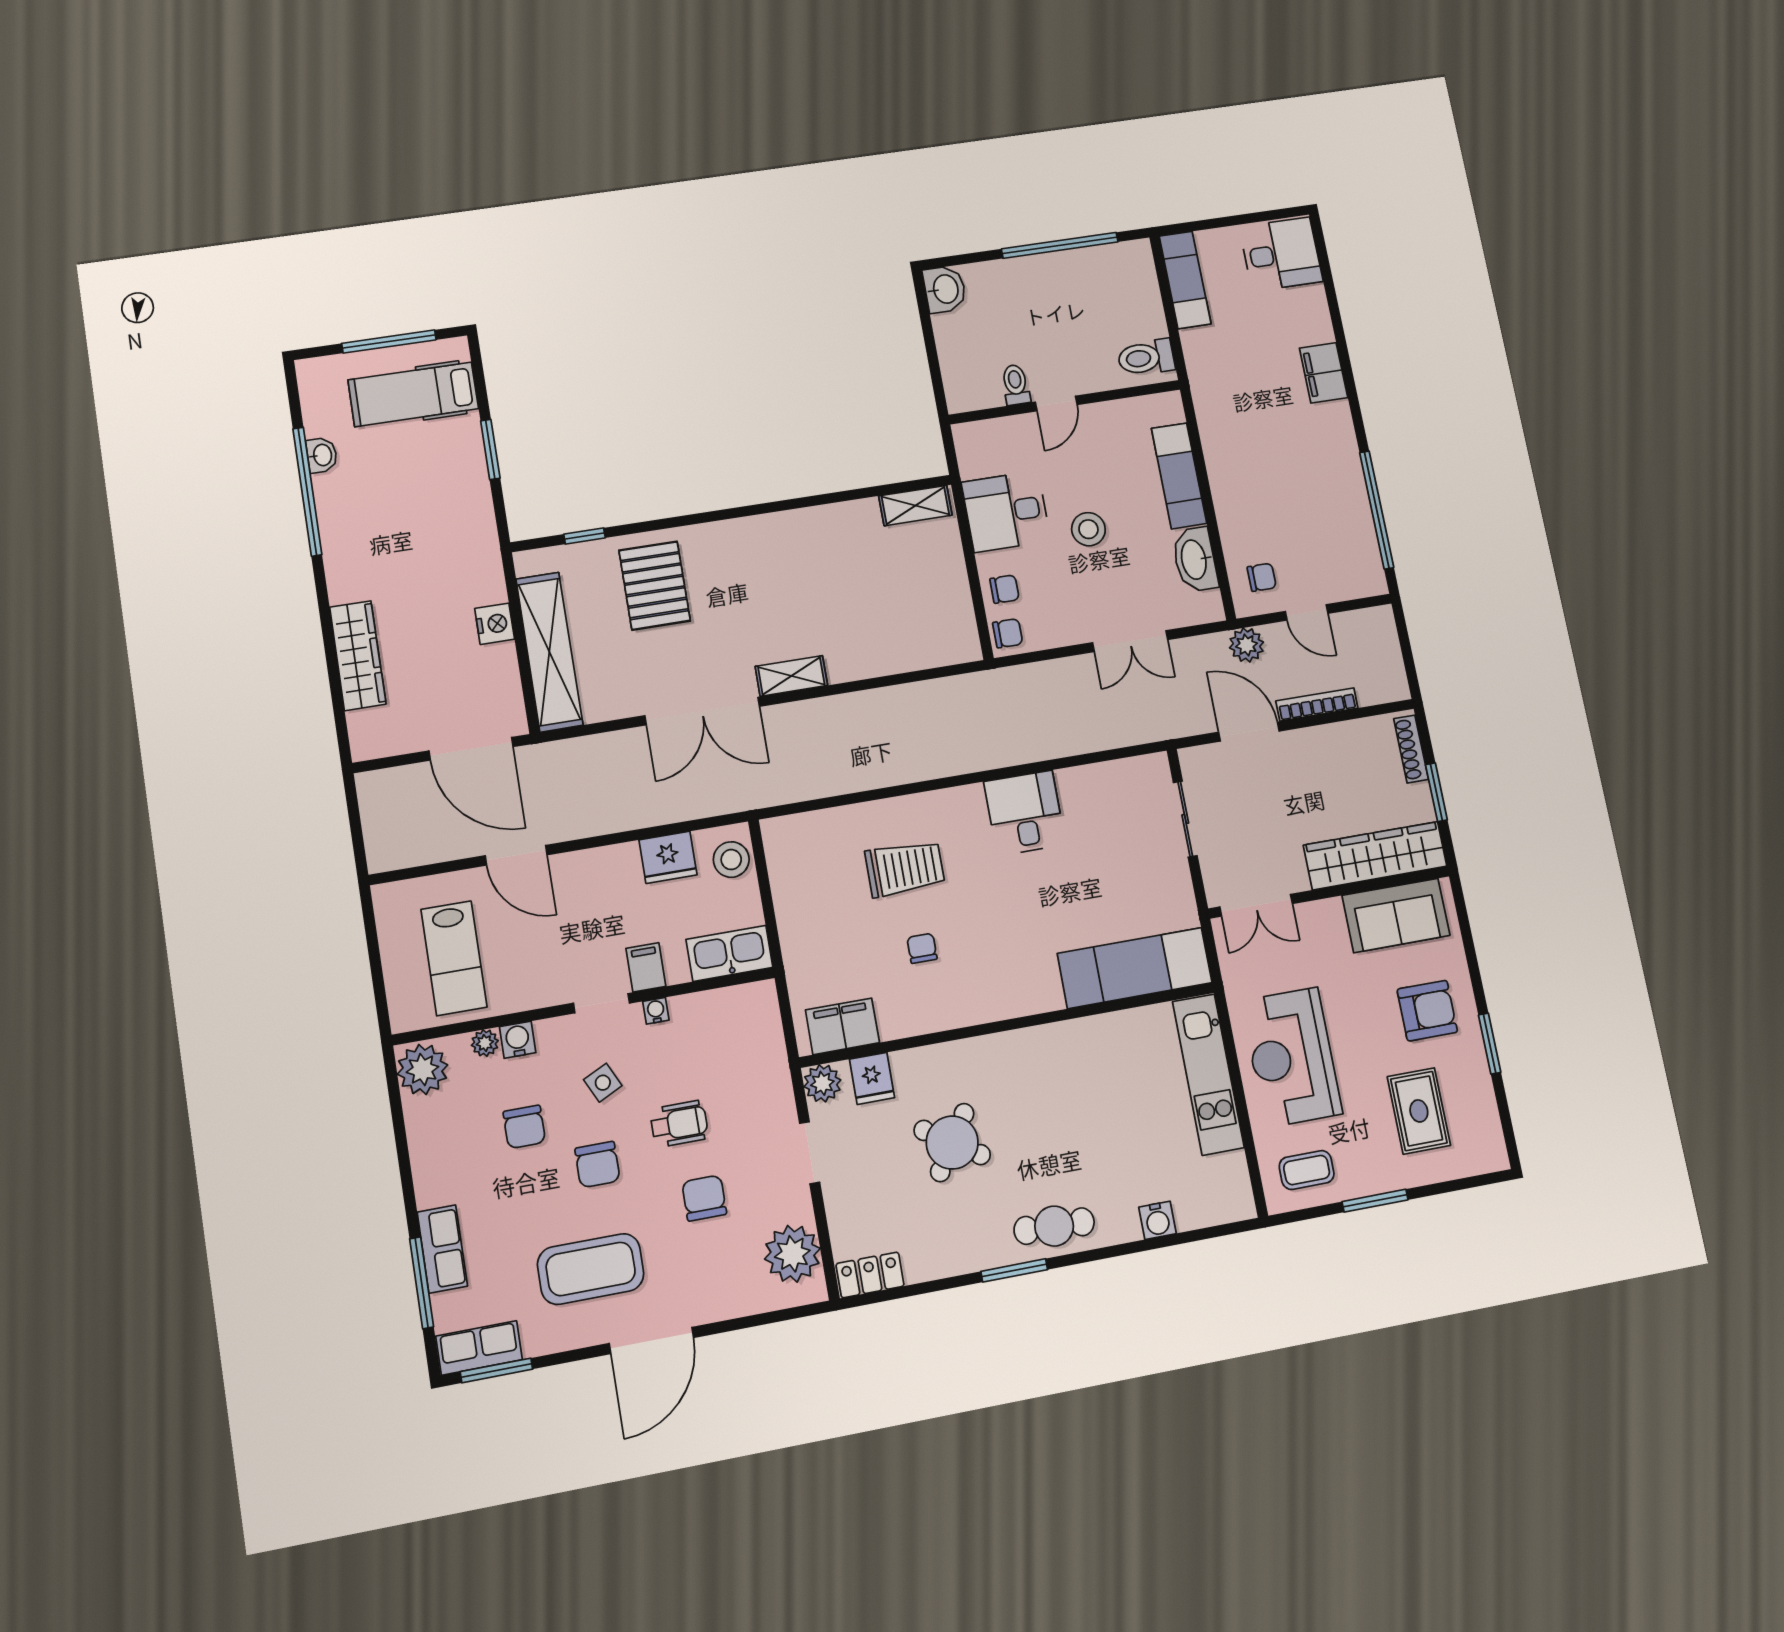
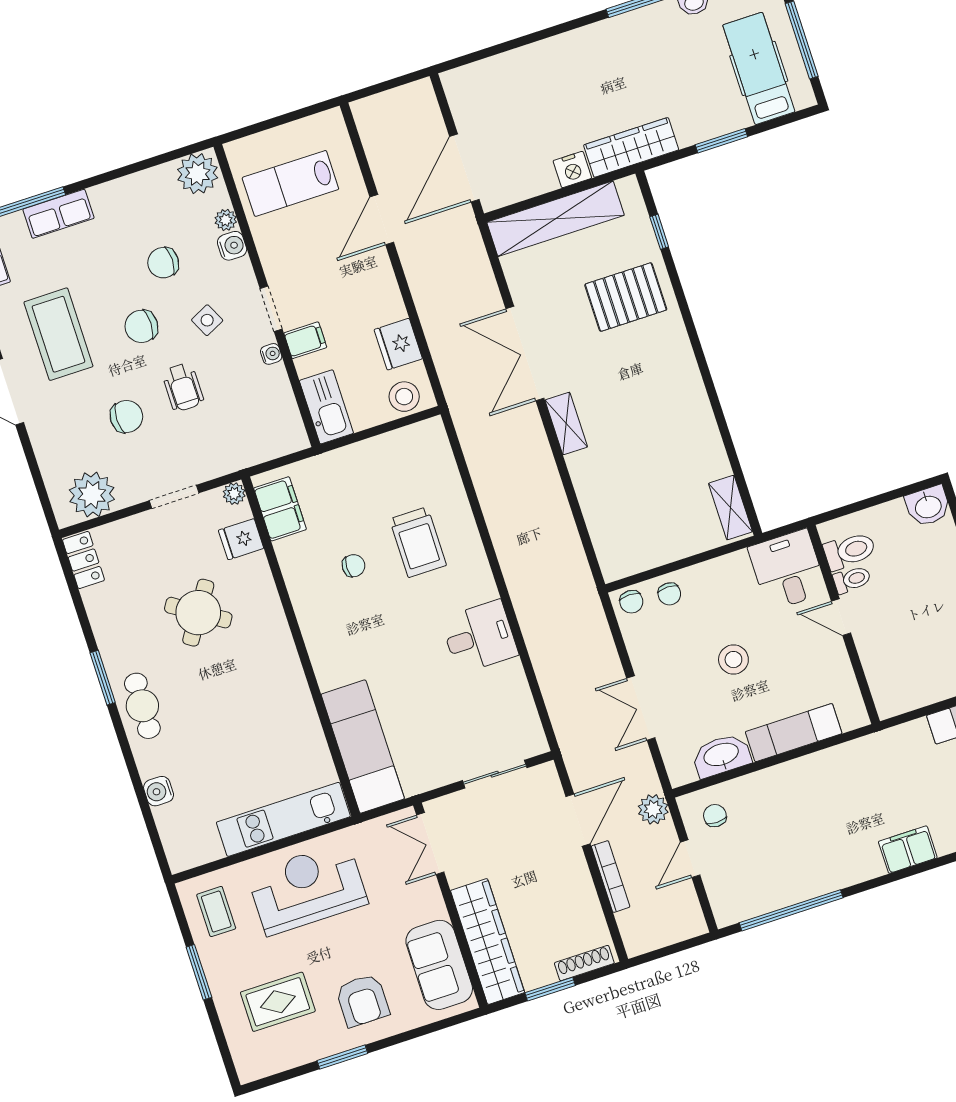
toilet: (1146, 358) -> (850, 551), moved, turned 90
desk: (1006, 512) -> (788, 570), moved
chair: (1262, 577) -> (715, 816), turned 180
wardrobe: (358, 656) -> (631, 147), moved, turned 180
plant: (822, 1083) -> (234, 494), width x0.73, depth x0.73

